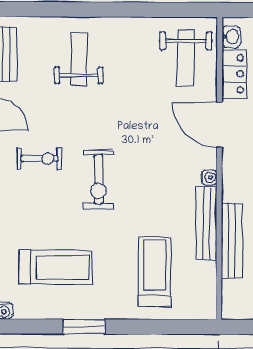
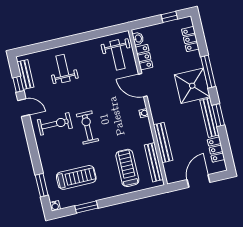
exercise bike: (39, 159) -> (55, 124), width x1.38, depth x1.39
exercise bike: (99, 179) -> (87, 127), turned 180
bench: (207, 223) -> (154, 162), moved
window: (84, 327) -> (86, 207), moved

